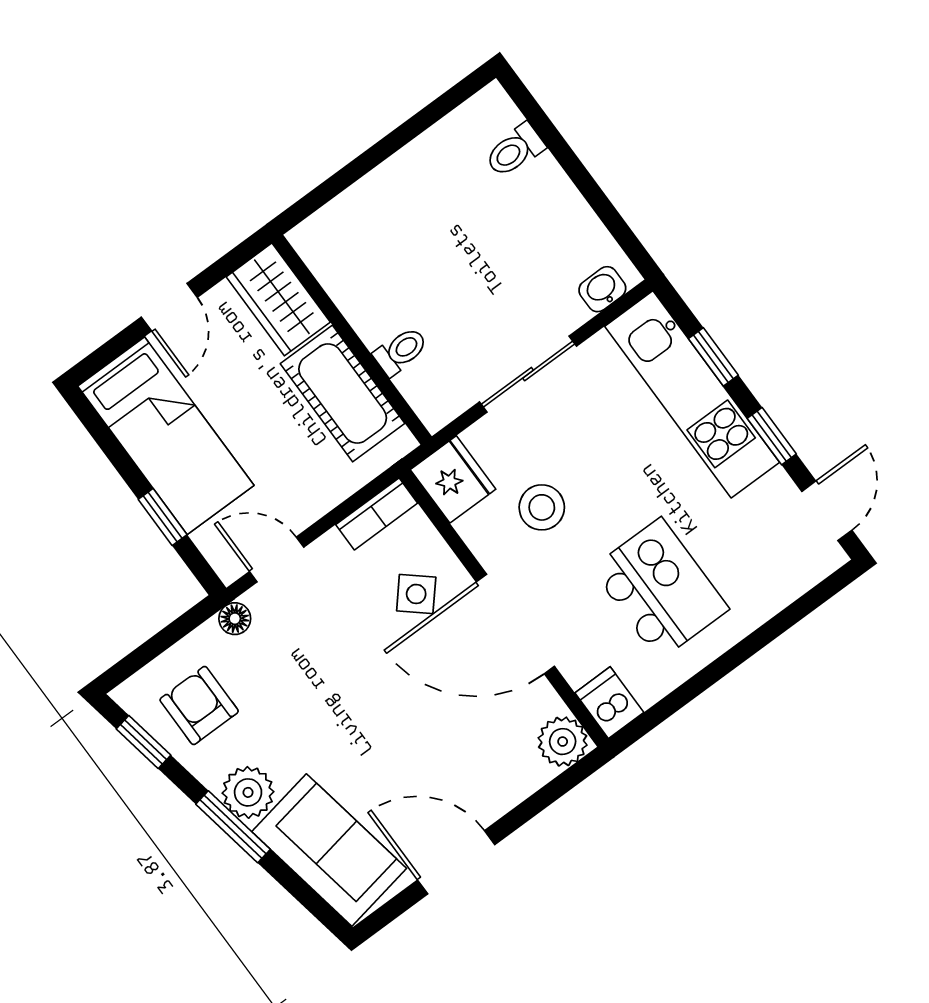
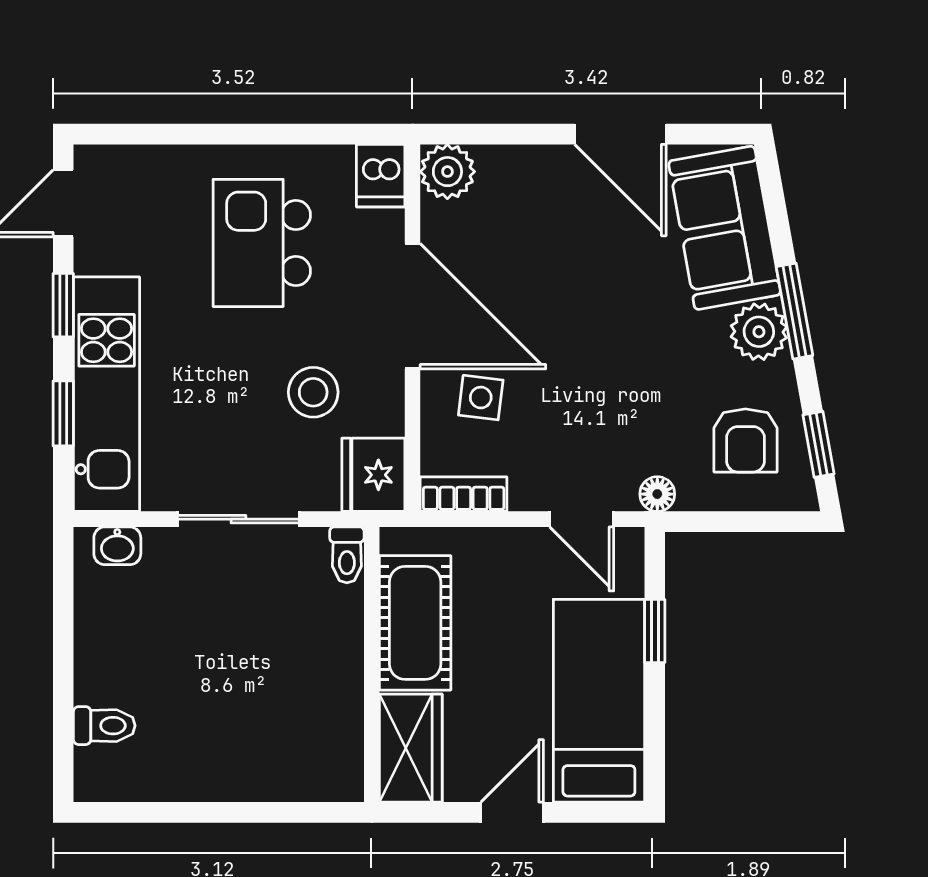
toilet: (401, 351) -> (347, 555), moved, turned -90
side table: (416, 594) -> (481, 398), turned -34

